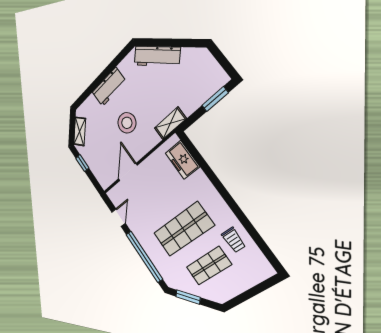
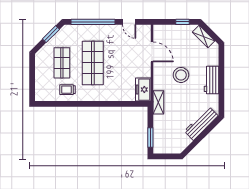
freezer: (182, 160) -> (143, 90), moved, turned -90

